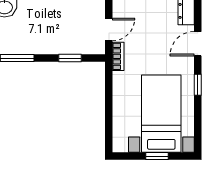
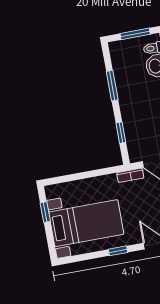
window: (157, 156) -> (45, 212), moved

